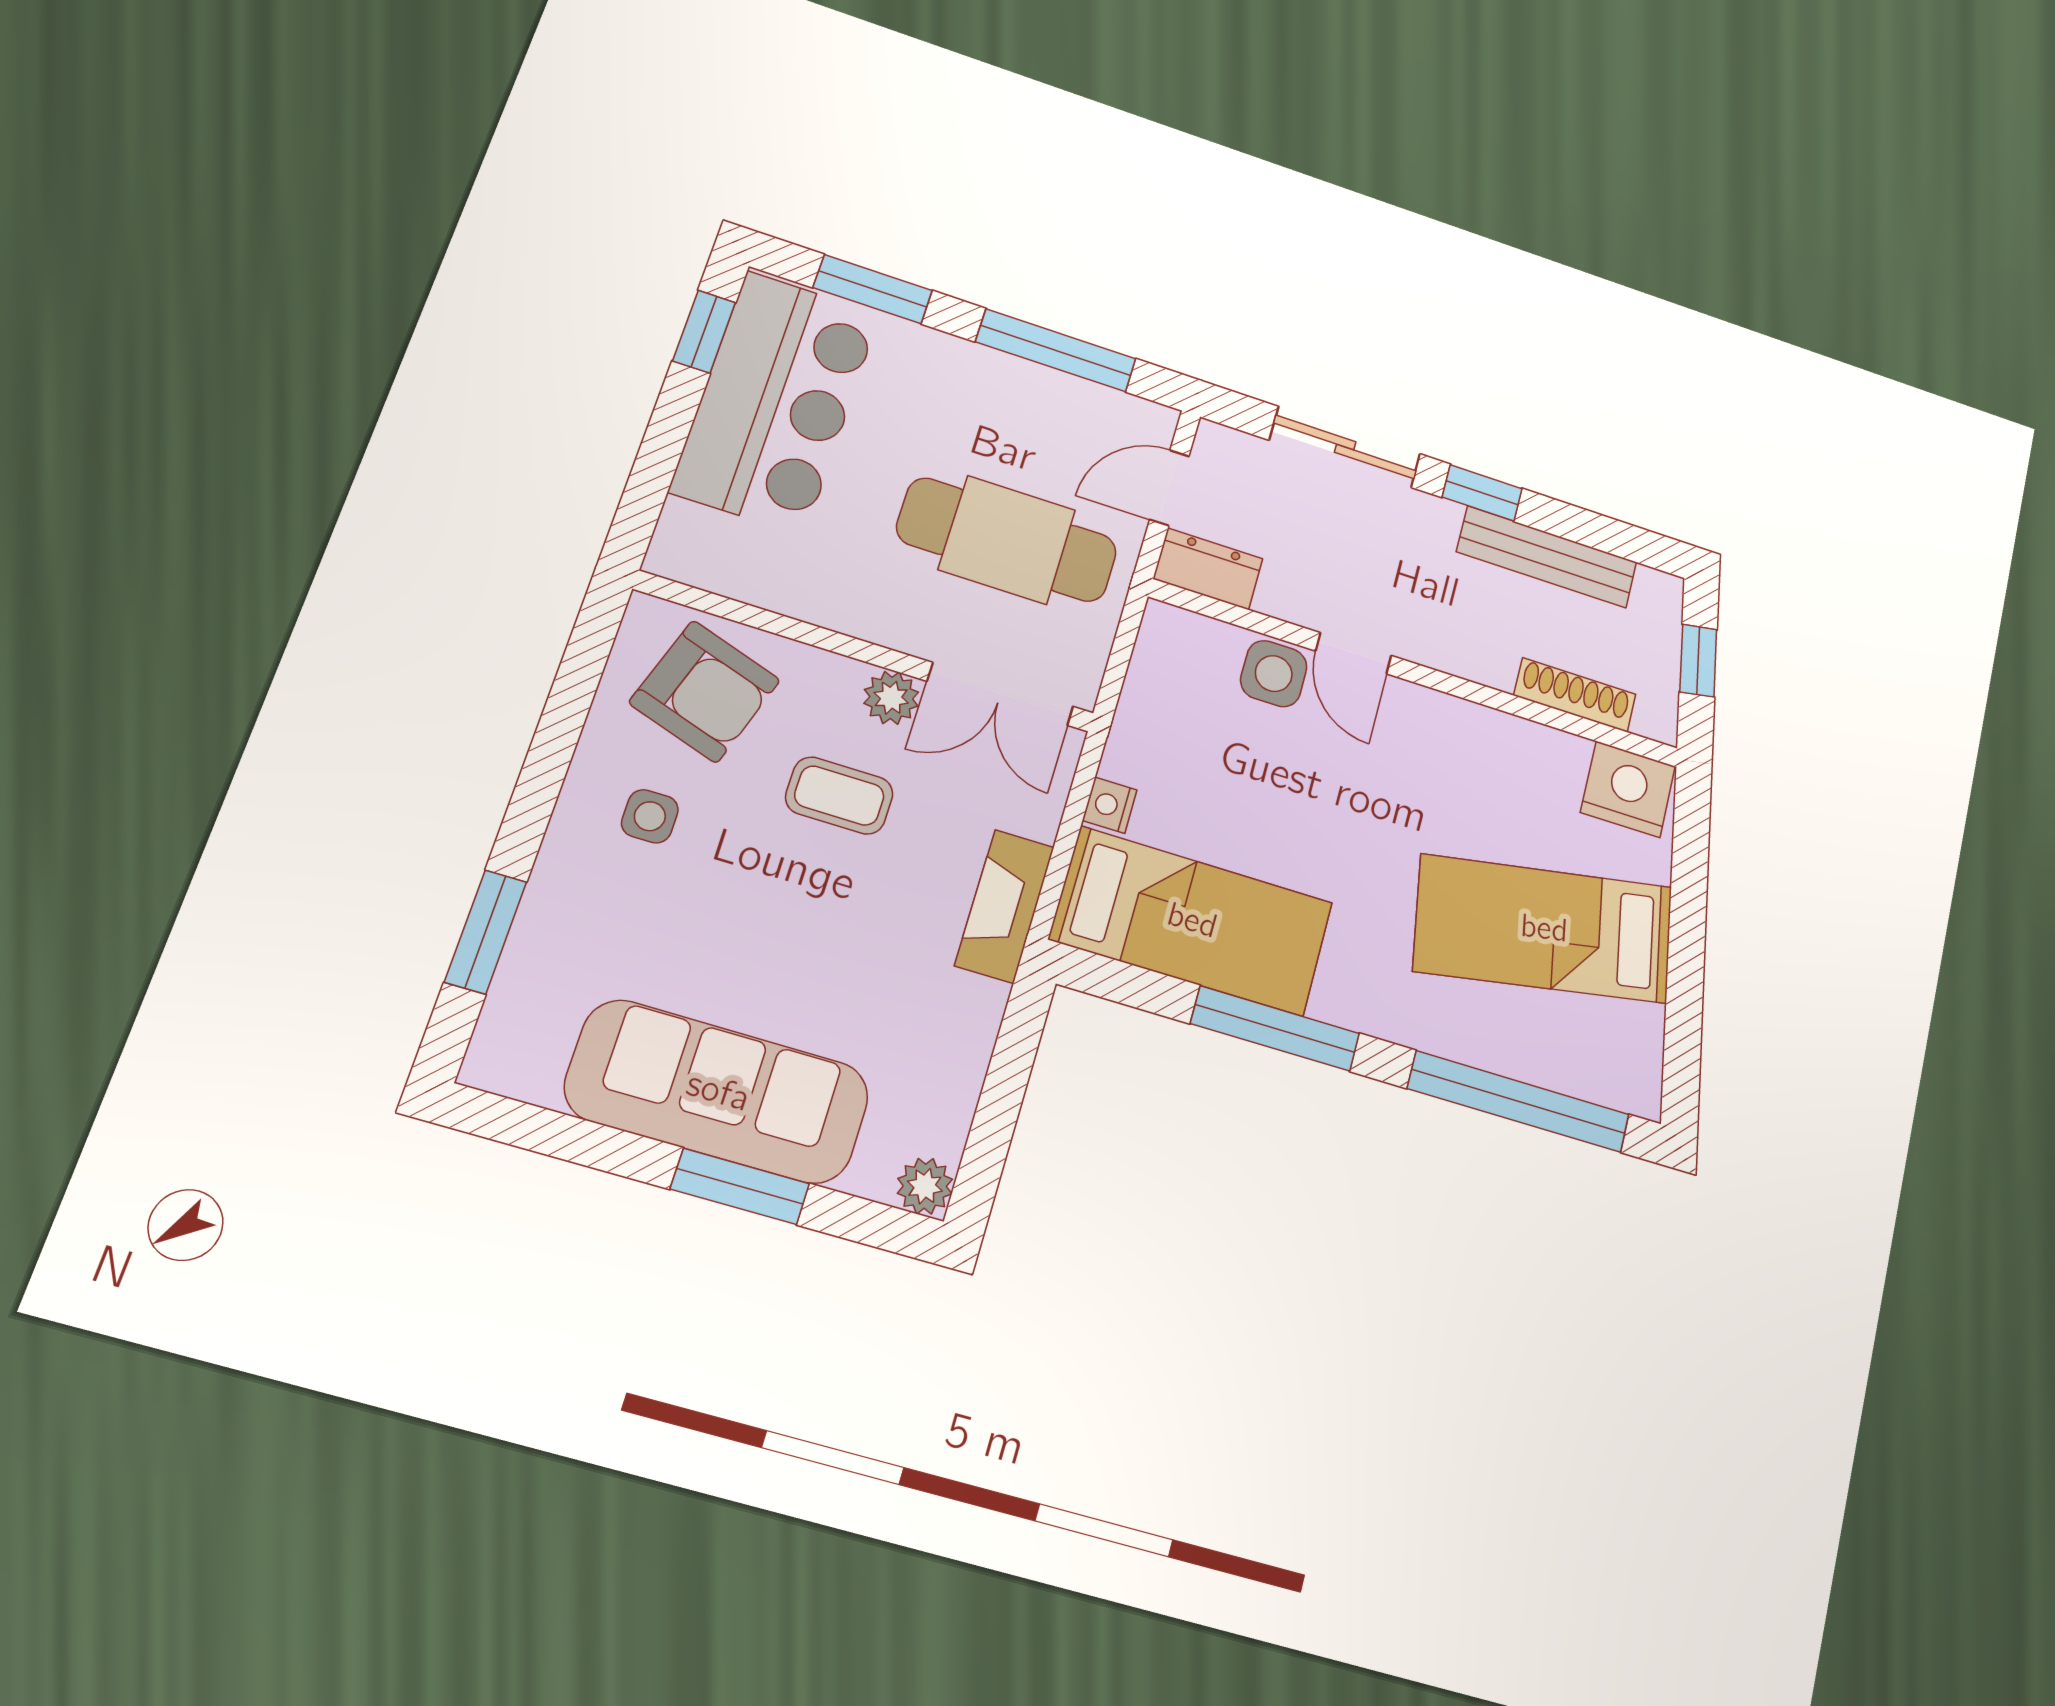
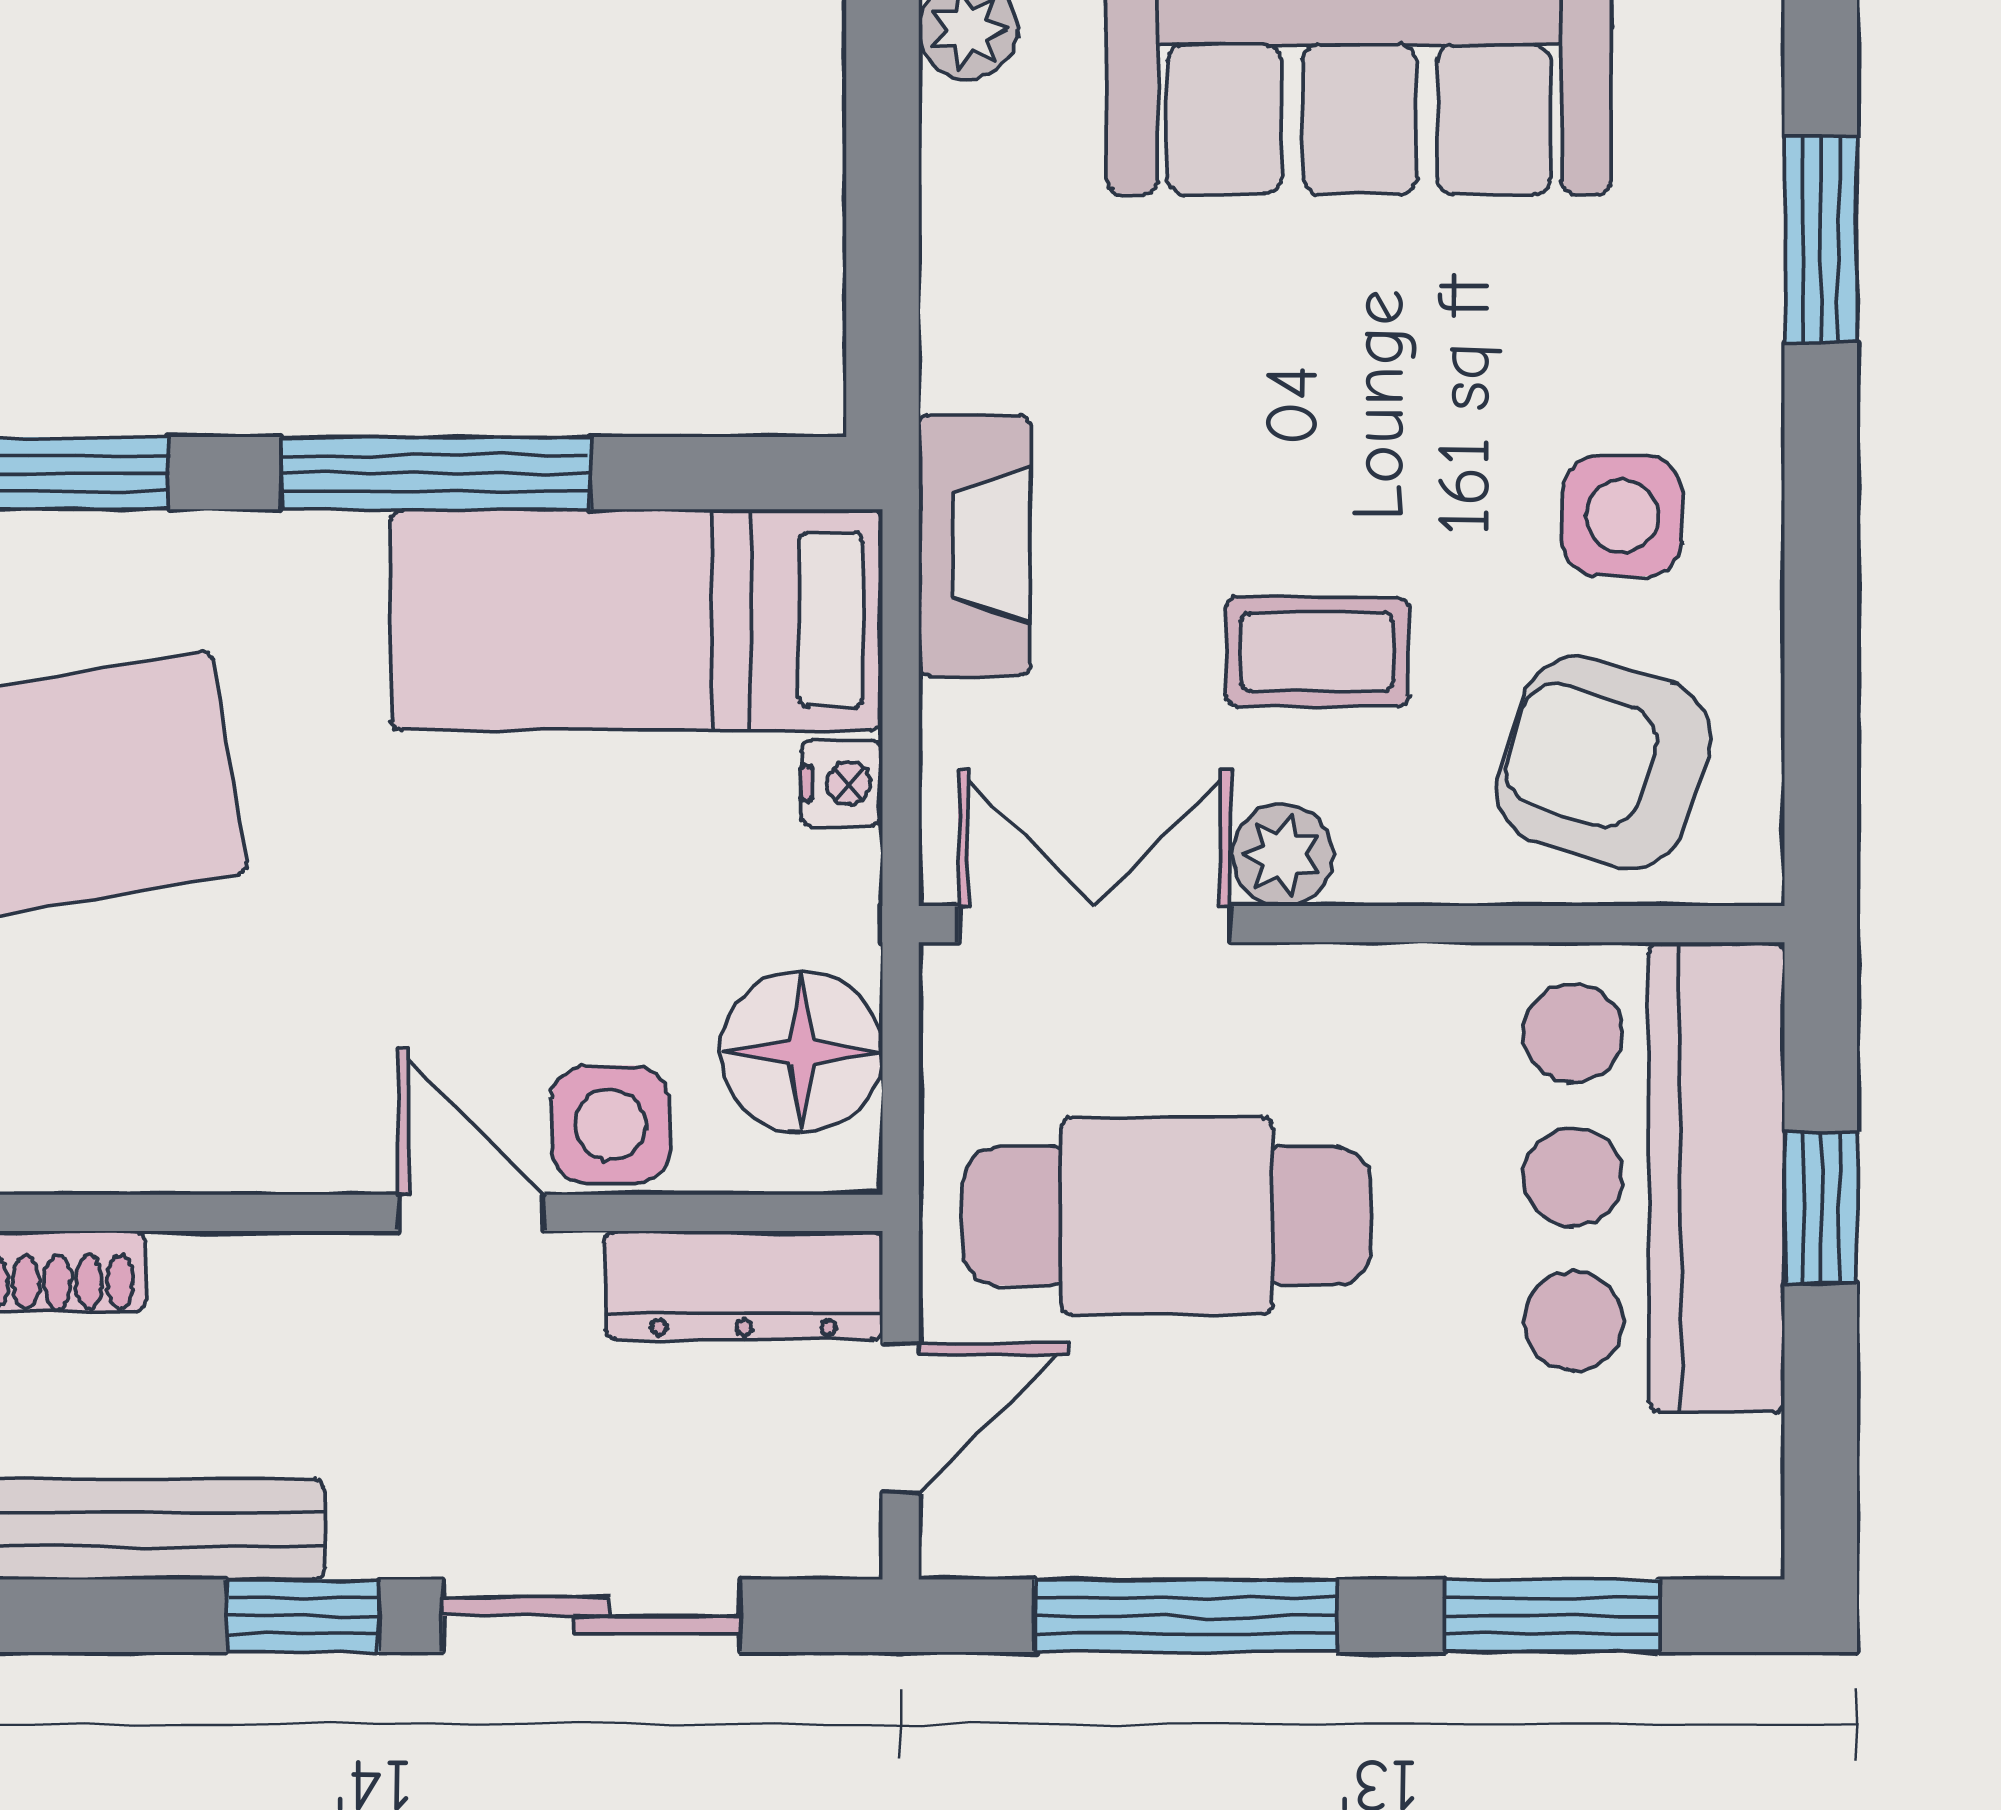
window: (704, 332) -> (1821, 1208), moved
bar counter: (776, 402) -> (1654, 1177), moved
dresser: (1208, 569) -> (744, 1285), width x1.44
floor lamp: (1168, 678) -> (801, 1052), added
side table: (650, 816) -> (1622, 516), width x1.37, depth x1.37

